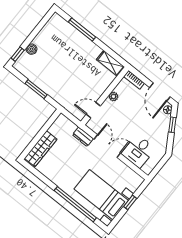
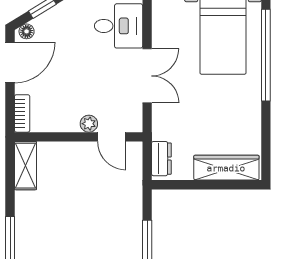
plant: (113, 96) -> (89, 124), moved
dresser: (83, 137) -> (161, 159), moved
double door: (107, 146) -> (147, 76), swing flipped

